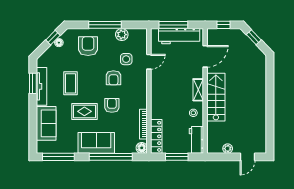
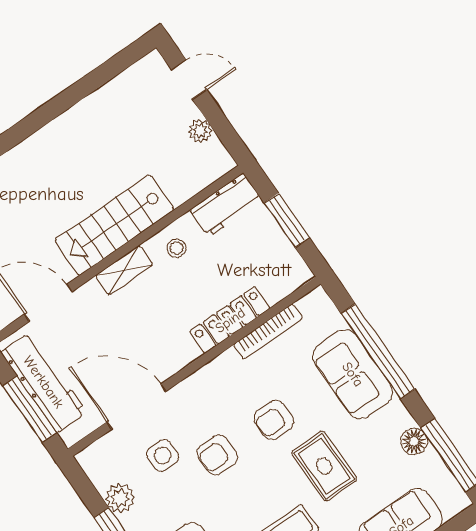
door: (149, 62) -> (136, 407), width x1.88
armchair: (113, 78) -> (217, 455), turned 180
locker: (156, 136) -> (230, 320), moved
sofa: (96, 143) -> (353, 374), moved
floor lamp: (142, 148) -> (414, 441), moved

